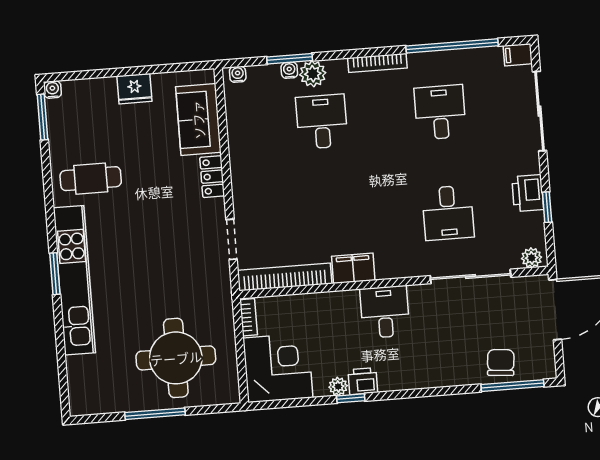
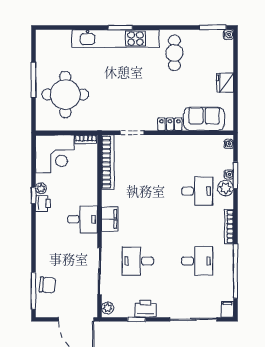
filing cabinet: (353, 268) -> (110, 219), moved

